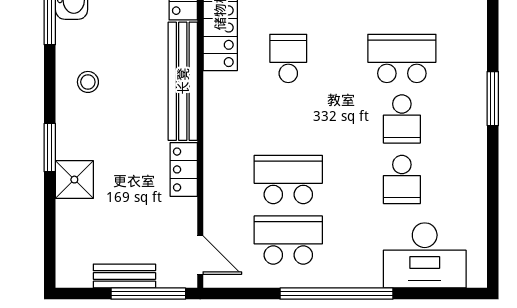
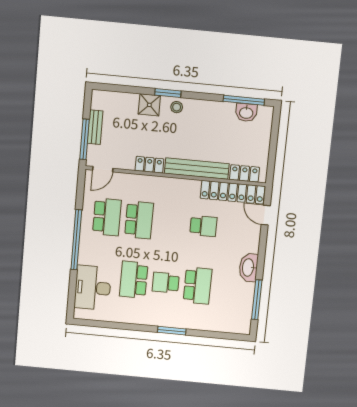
stool: (88, 82) -> (177, 107), moved
school desk: (402, 179) -> (134, 280), width x1.85

